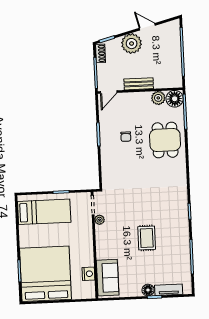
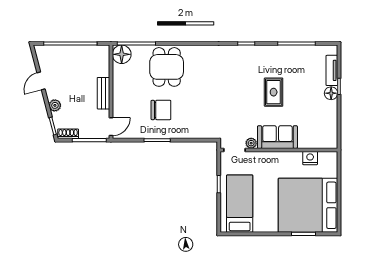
plant: (132, 44) -> (55, 105), width x0.53, depth x0.53
door: (109, 92) -> (111, 127), hinge flipped
plant: (158, 98) -> (120, 72), removed
chair: (126, 137) -> (161, 110), width x1.87, depth x1.87
dining table: (165, 140) -> (167, 67), turned 90
rug: (147, 238) -> (274, 92), turned 90
sofa: (108, 278) -> (277, 137), moved

